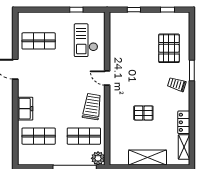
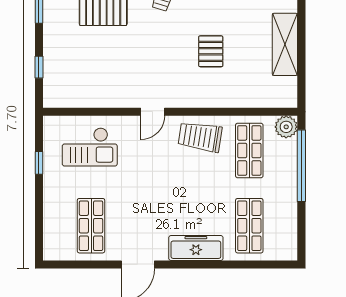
freezer: (25, 109) -> (196, 248), width x1.40

